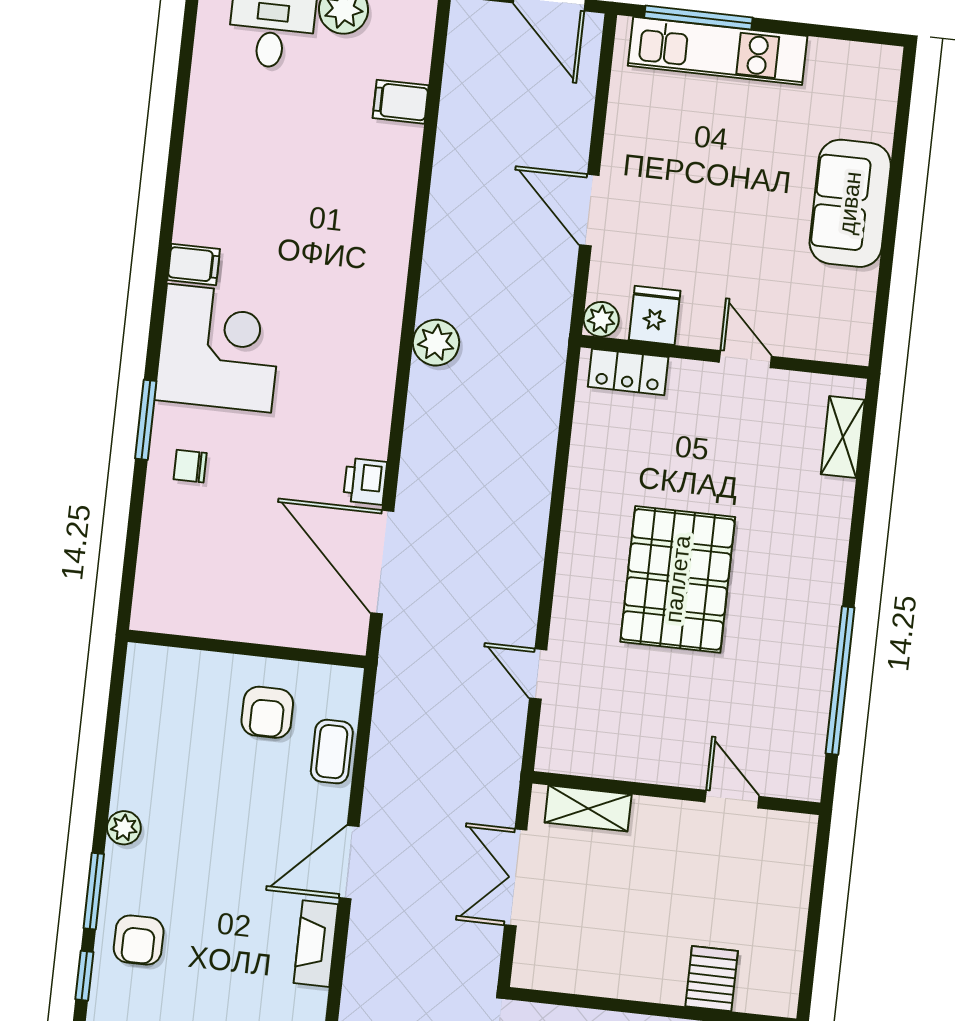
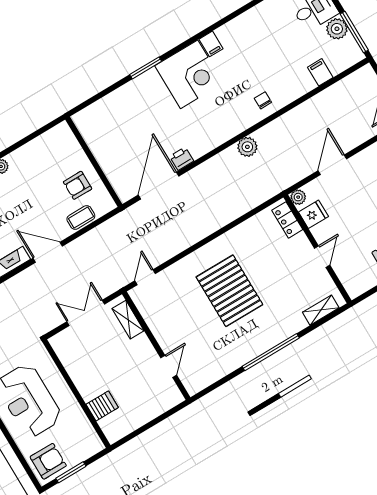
chair: (190, 466) -> (263, 100), moved
pallet: (678, 579) -> (229, 291), turned 90
door: (538, 674) -> (145, 277), moved
window: (840, 680) -> (271, 352), moved

